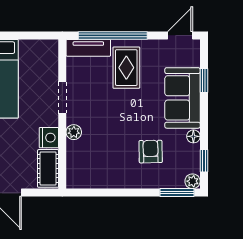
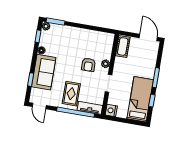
door: (180, 35) -> (39, 106), hinge flipped
nightstand: (49, 138) -> (111, 110), moved
armchair: (151, 152) -> (88, 65), moved

